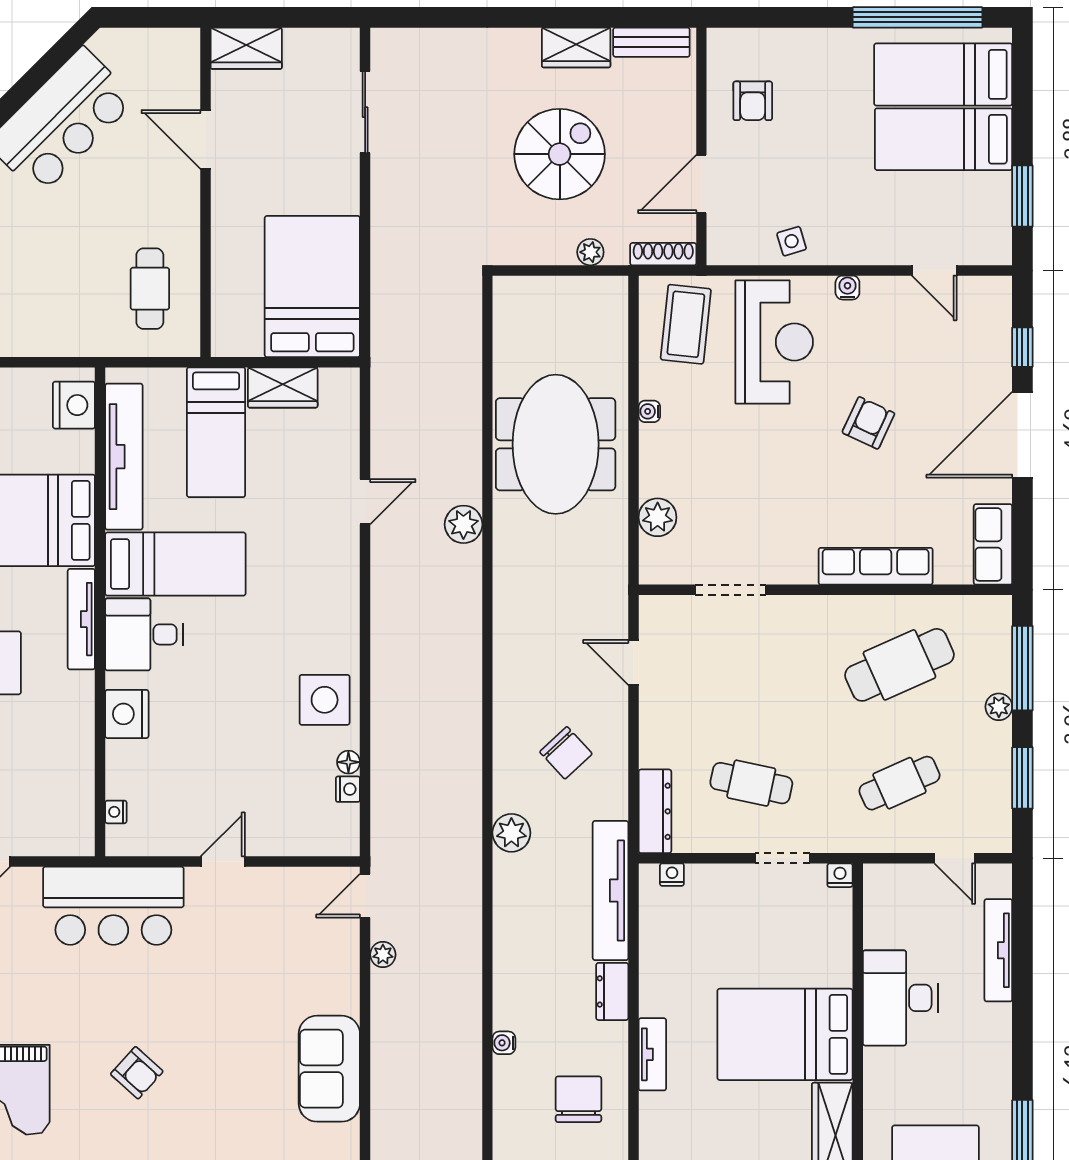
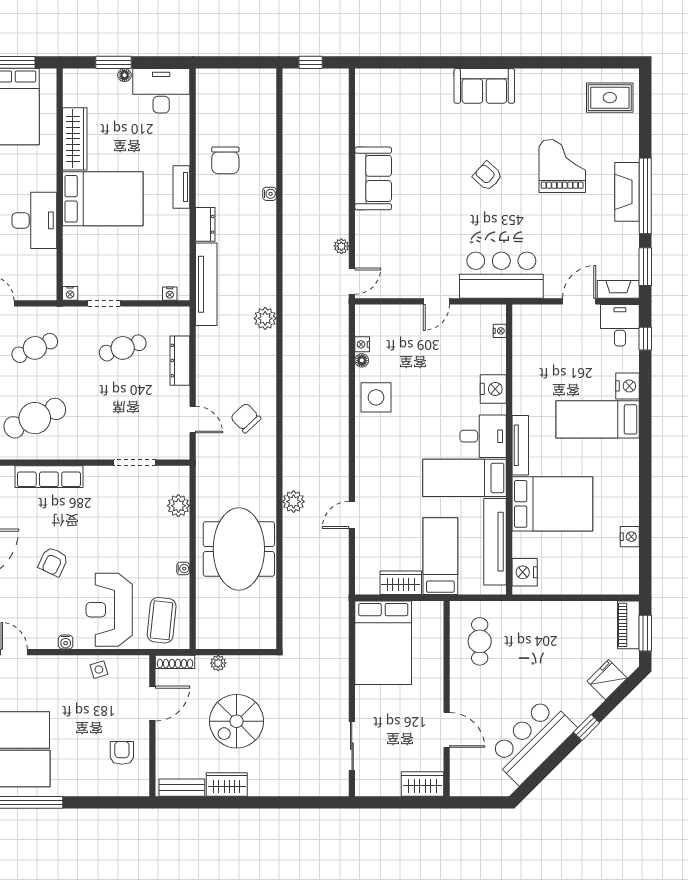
chair: (566, 753) -> (246, 418), moved
cafe table: (751, 783) -> (123, 348), turned -30
dresser: (655, 811) -> (180, 361), moved

